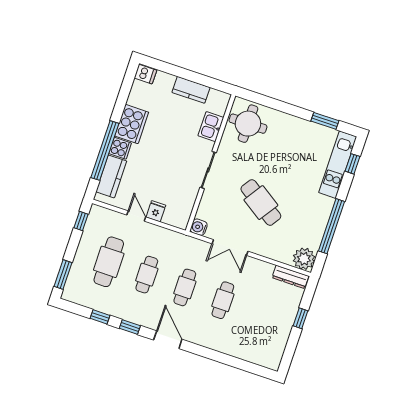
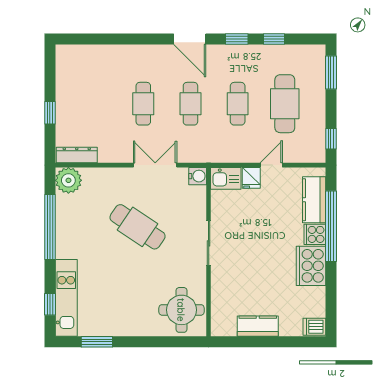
kitchen sink: (211, 127) -> (226, 178), moved, turned 90
door: (136, 216) -> (271, 165), swing flipped

